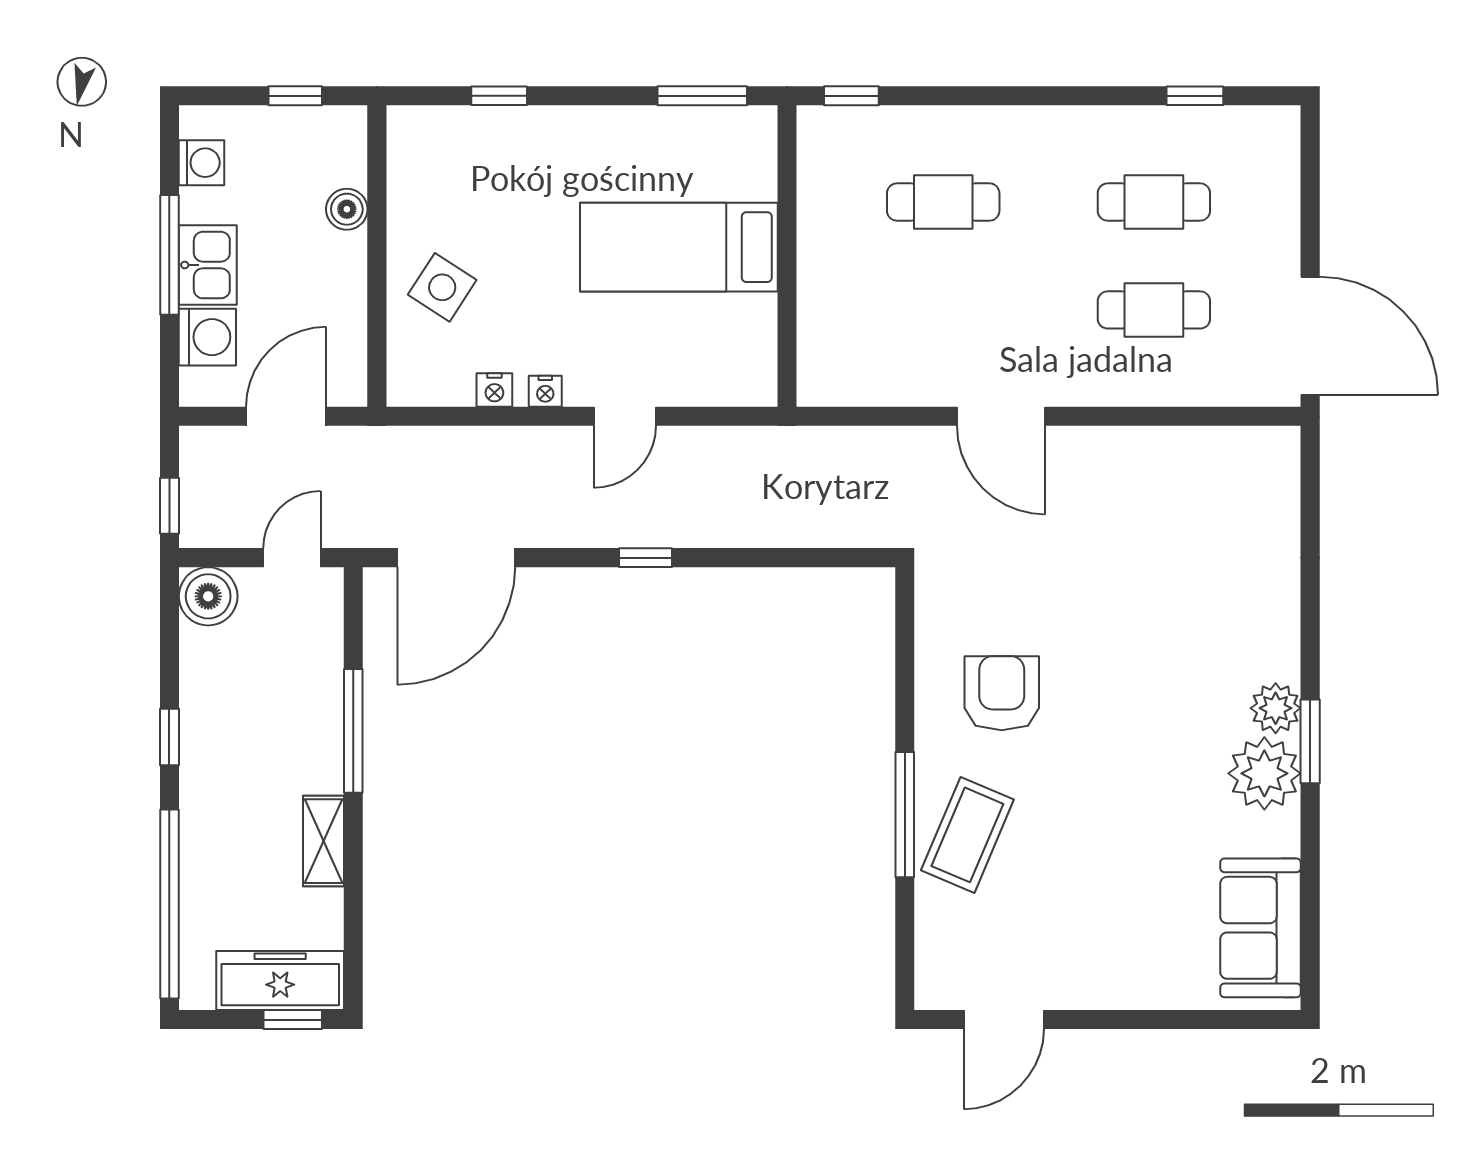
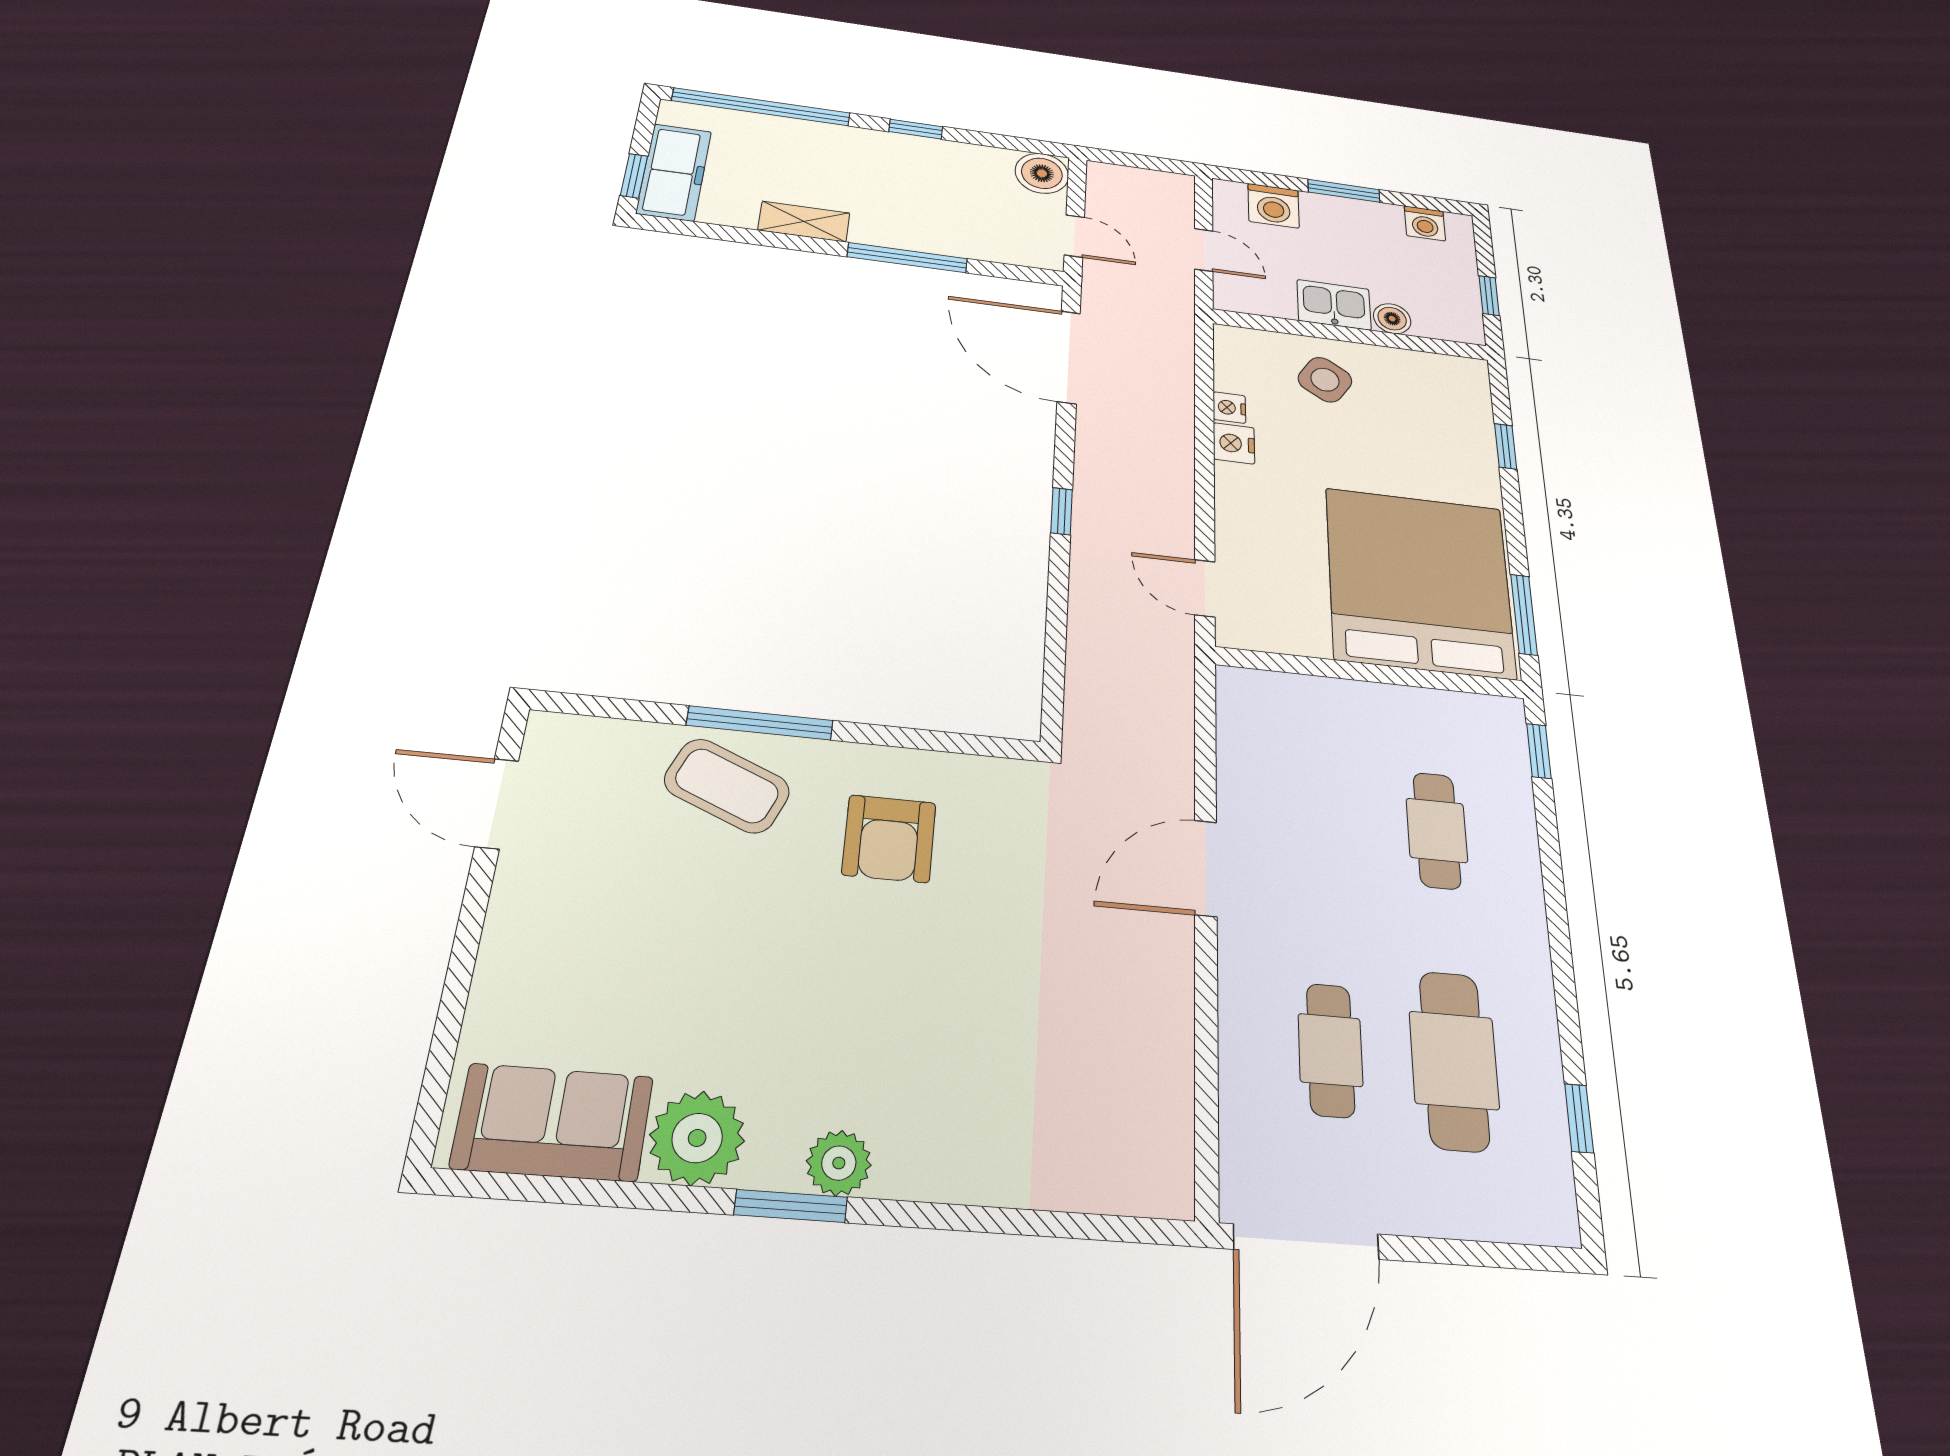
cafe table: (1154, 202) -> (1454, 1060), width x1.37, depth x1.35
bed: (679, 247) -> (1420, 582), width x2.04
window: (169, 255) -> (1344, 191), width x0.69
kitchen sink: (208, 265) -> (1334, 305), moved, turned 180
nightstand: (545, 391) -> (1234, 443), width x1.39, depth x1.35
door: (286, 416) -> (1204, 250), width x0.73
door: (625, 416) -> (1205, 588), moved
window: (169, 506) -> (1124, 159), removed
armchair: (1002, 693) -> (889, 839), turned 90
plant: (1264, 773) -> (697, 1138), moved

